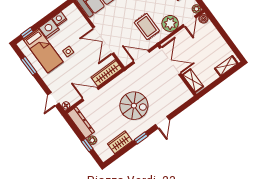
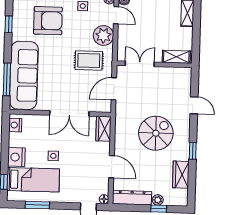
nightstand: (59, 19) -> (15, 125), moved
double door: (170, 61) -> (140, 64), width x0.73
wardrobe: (107, 73) -> (103, 129), width x0.67
door: (90, 94) -> (112, 167), swing flipped
door: (162, 122) -> (194, 105), moved

